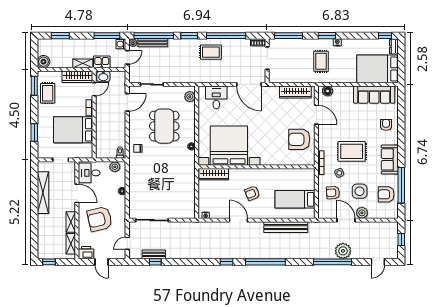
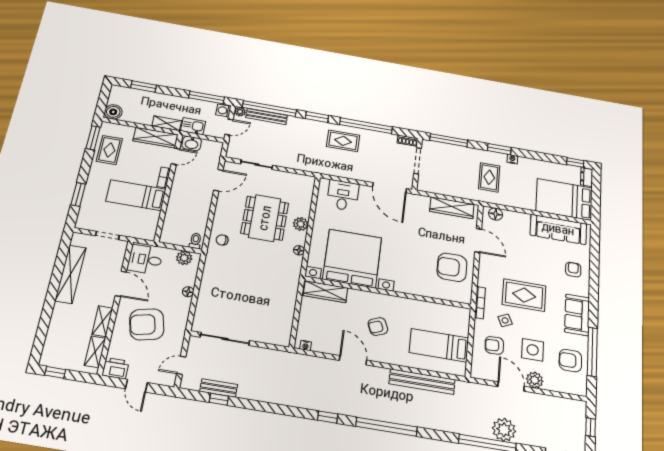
plant: (190, 97) -> (301, 224), moved
bed: (73, 130) -> (136, 195), width x0.67

